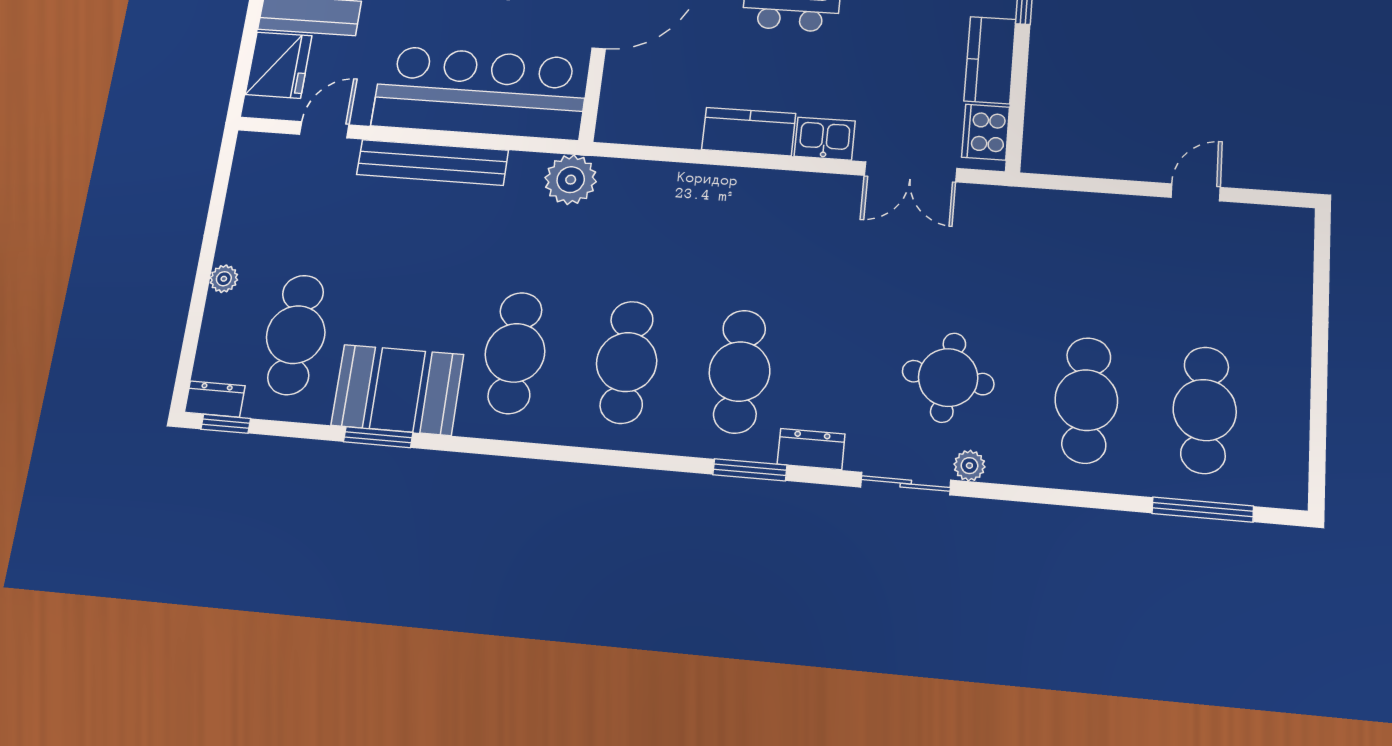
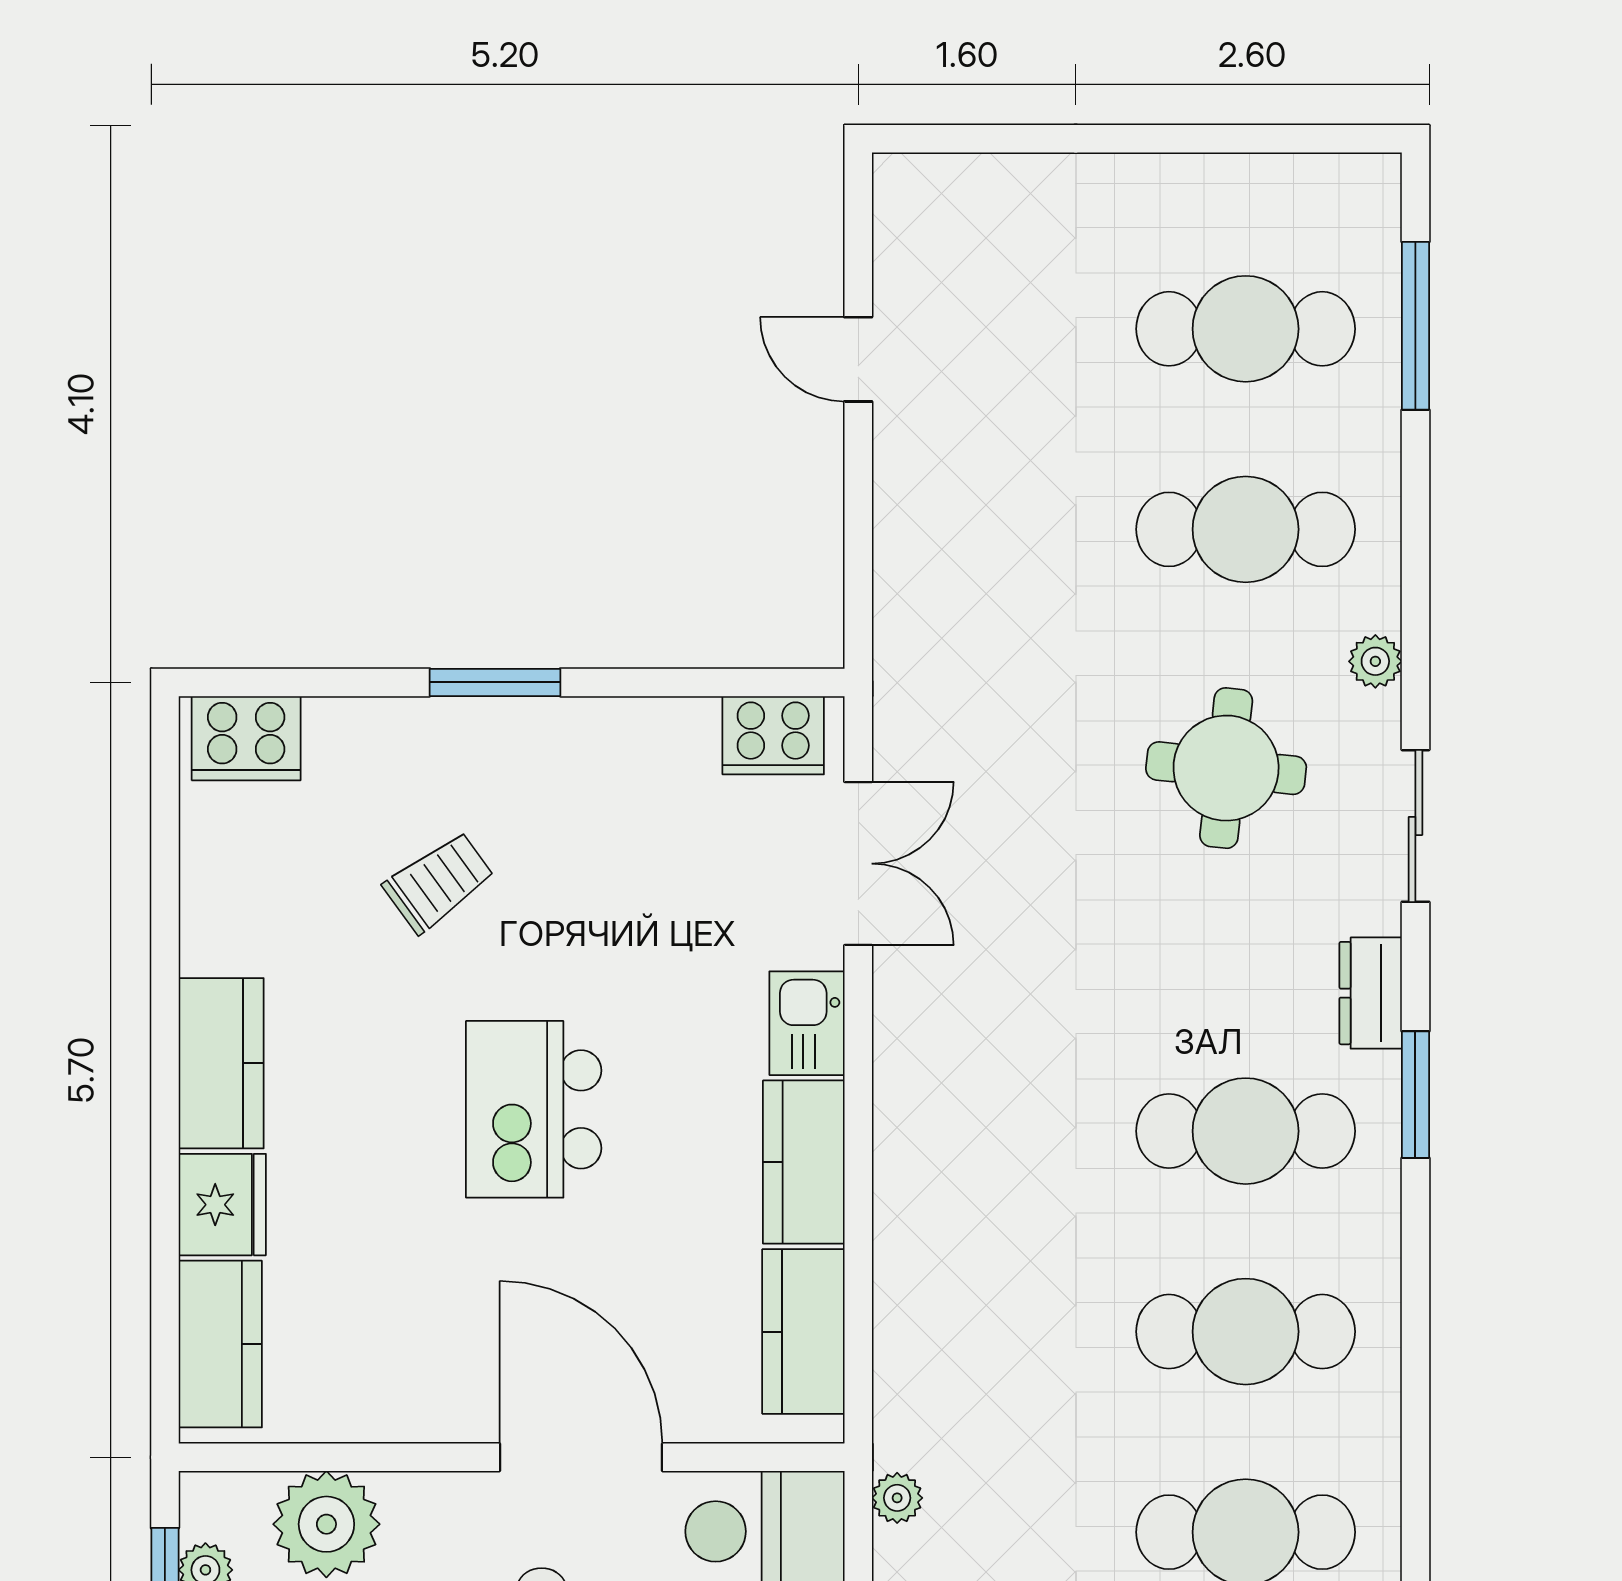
kitchen counter: (990, 60) -> (803, 1332), moved, turned 90
plant: (571, 180) -> (897, 1498), width x0.53, depth x0.53
plant: (969, 466) -> (1375, 661), moved

